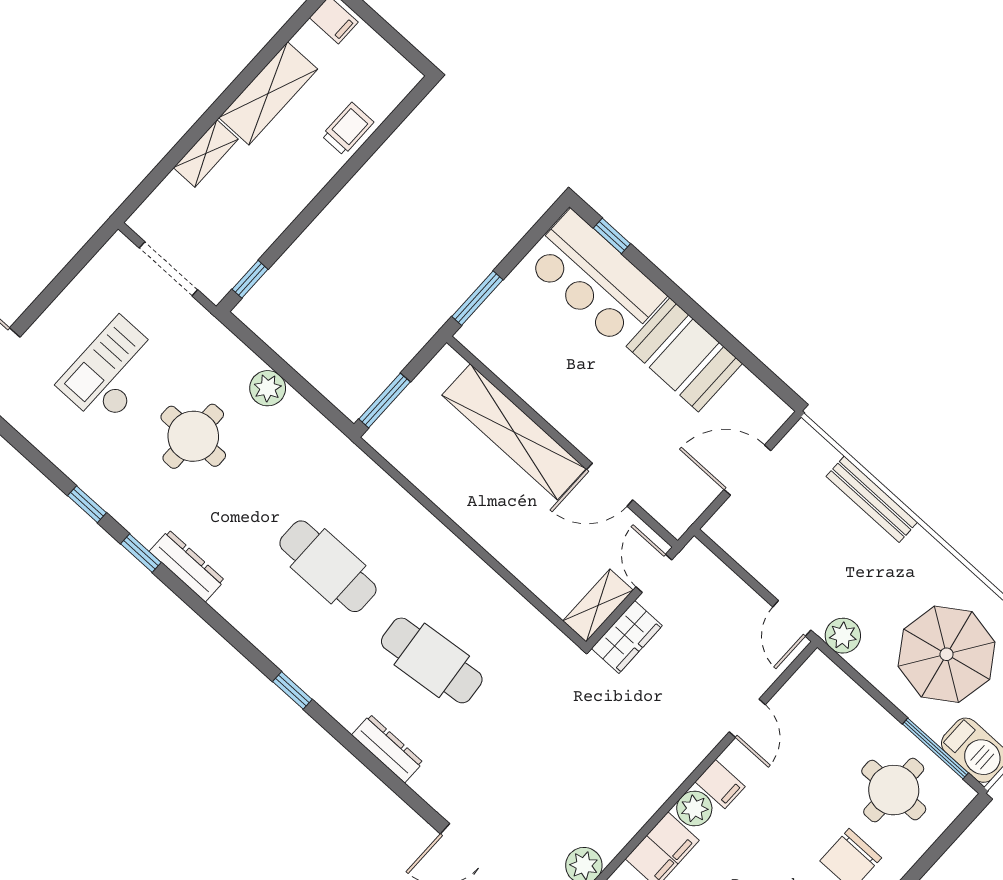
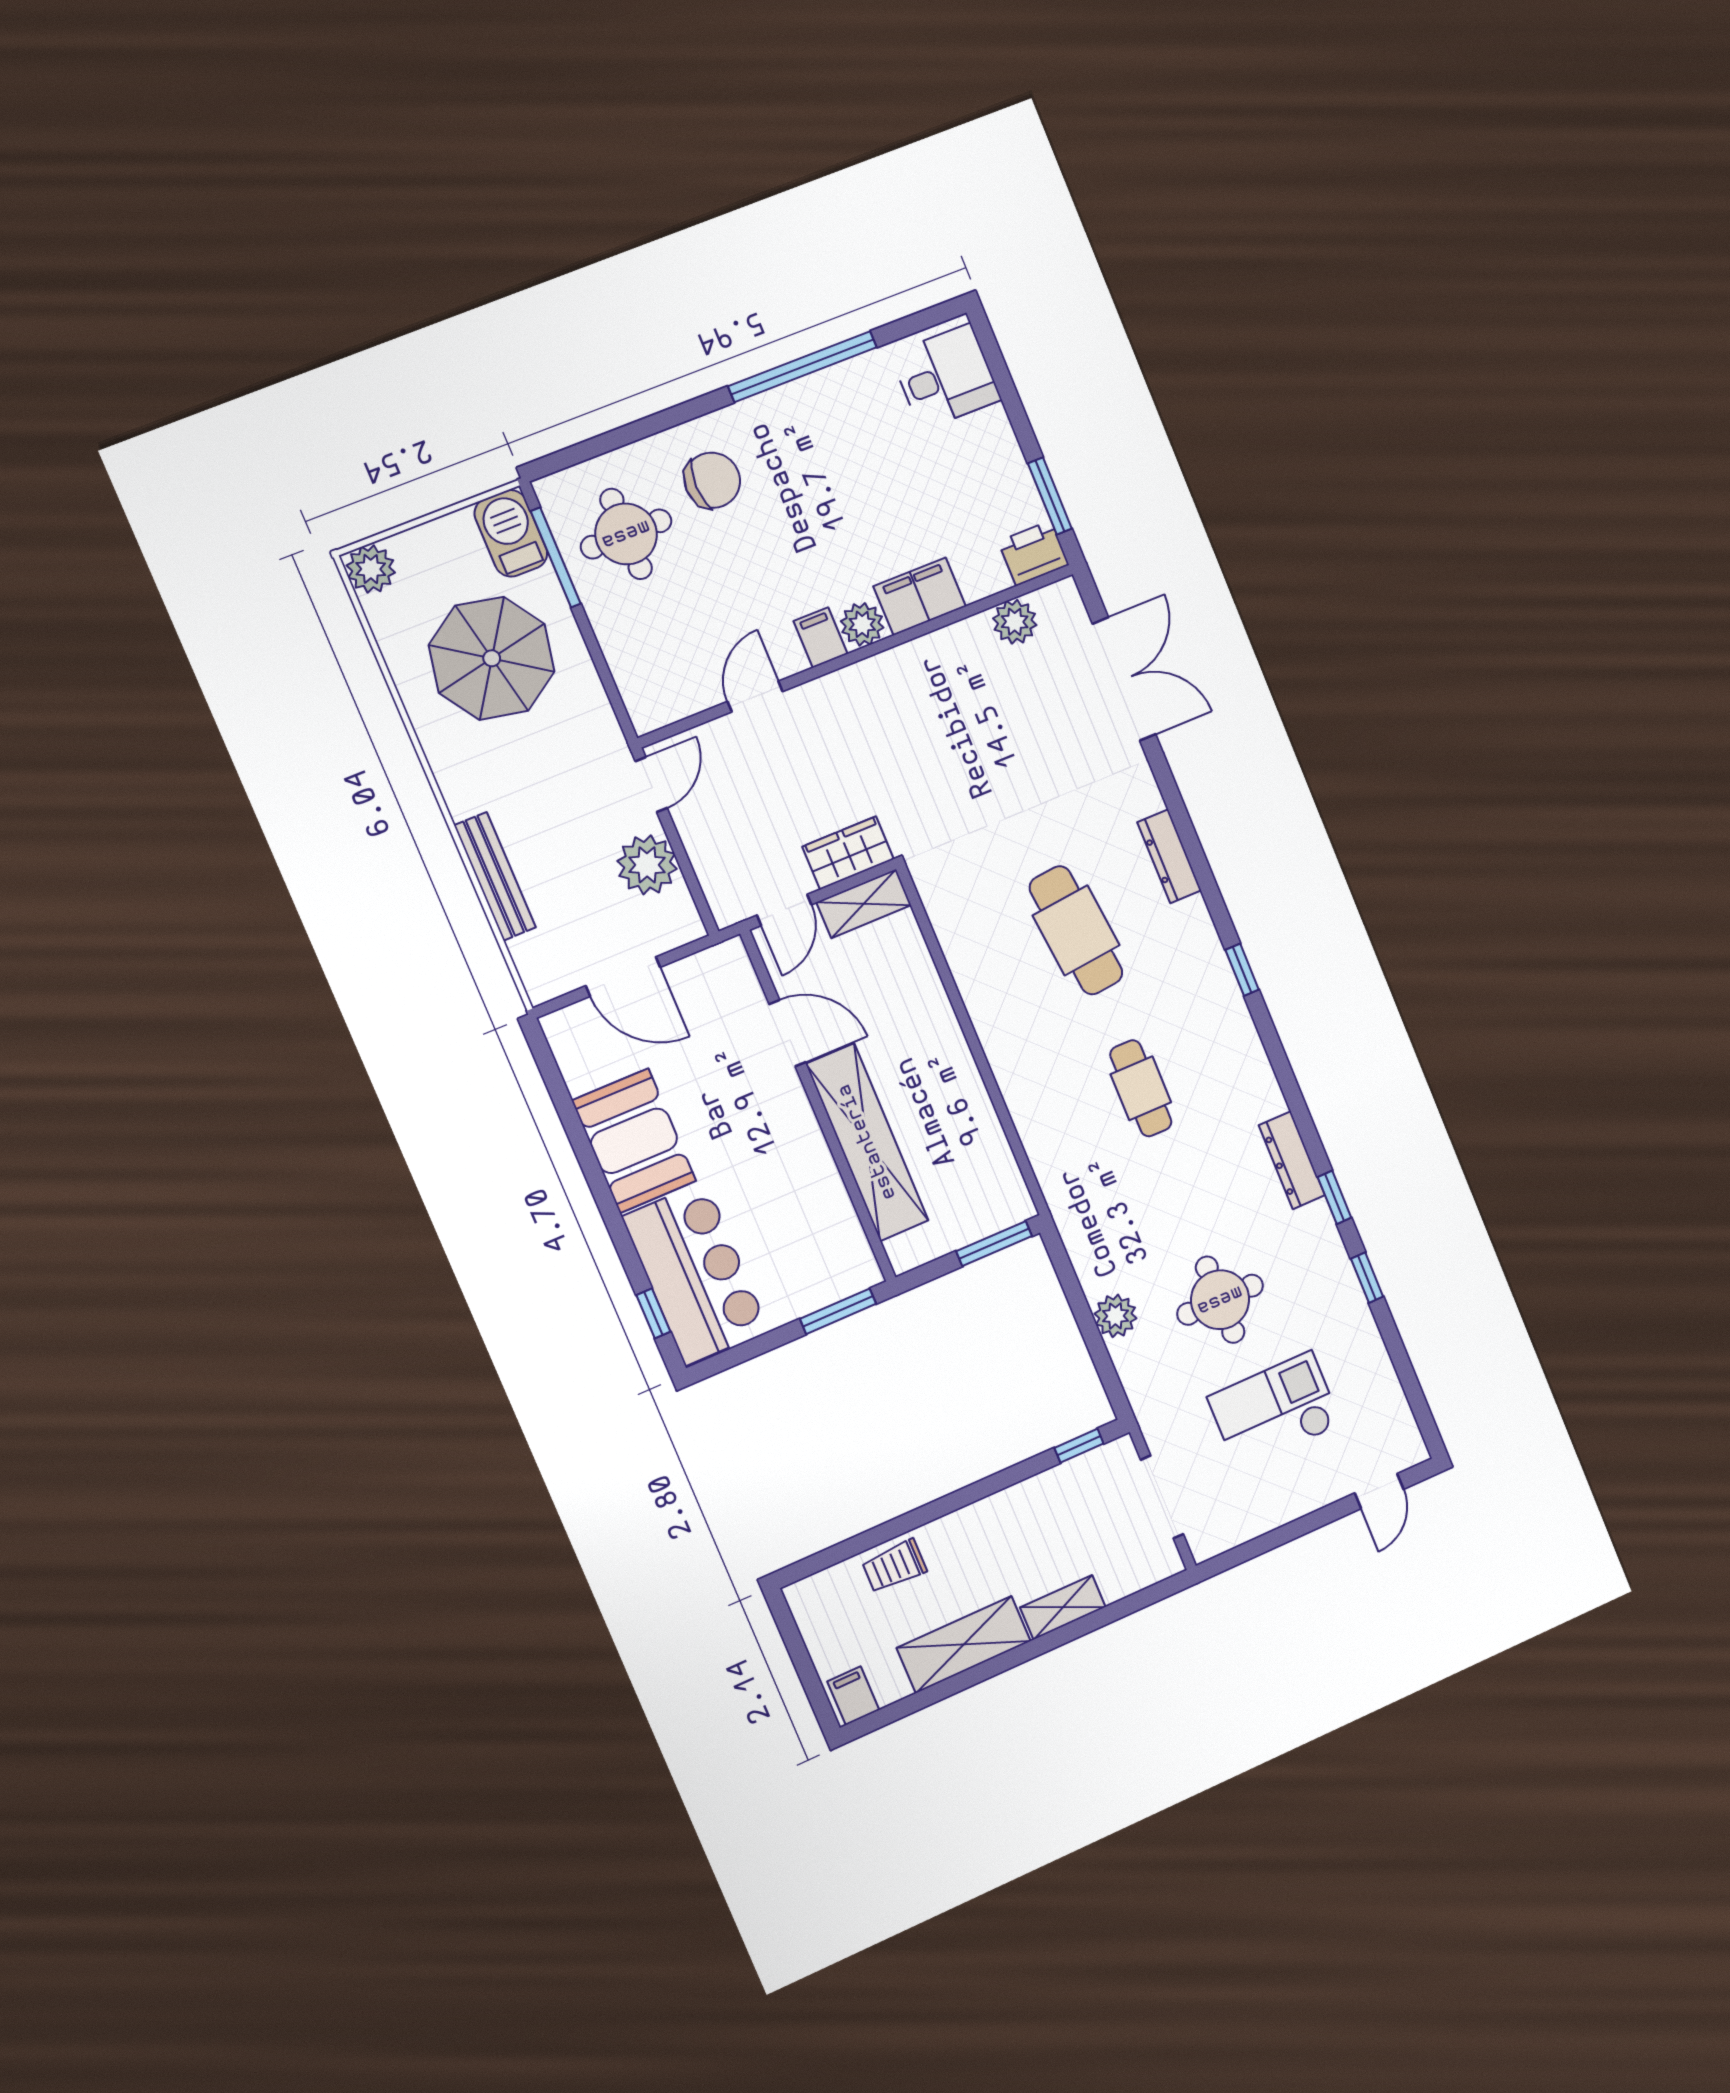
checkout: (112, 372) -> (1275, 1411), turned 180
cafe table: (328, 566) -> (1141, 1088), width x0.73, depth x0.74
plant: (843, 636) -> (647, 865), moved, width x1.36, depth x1.36

